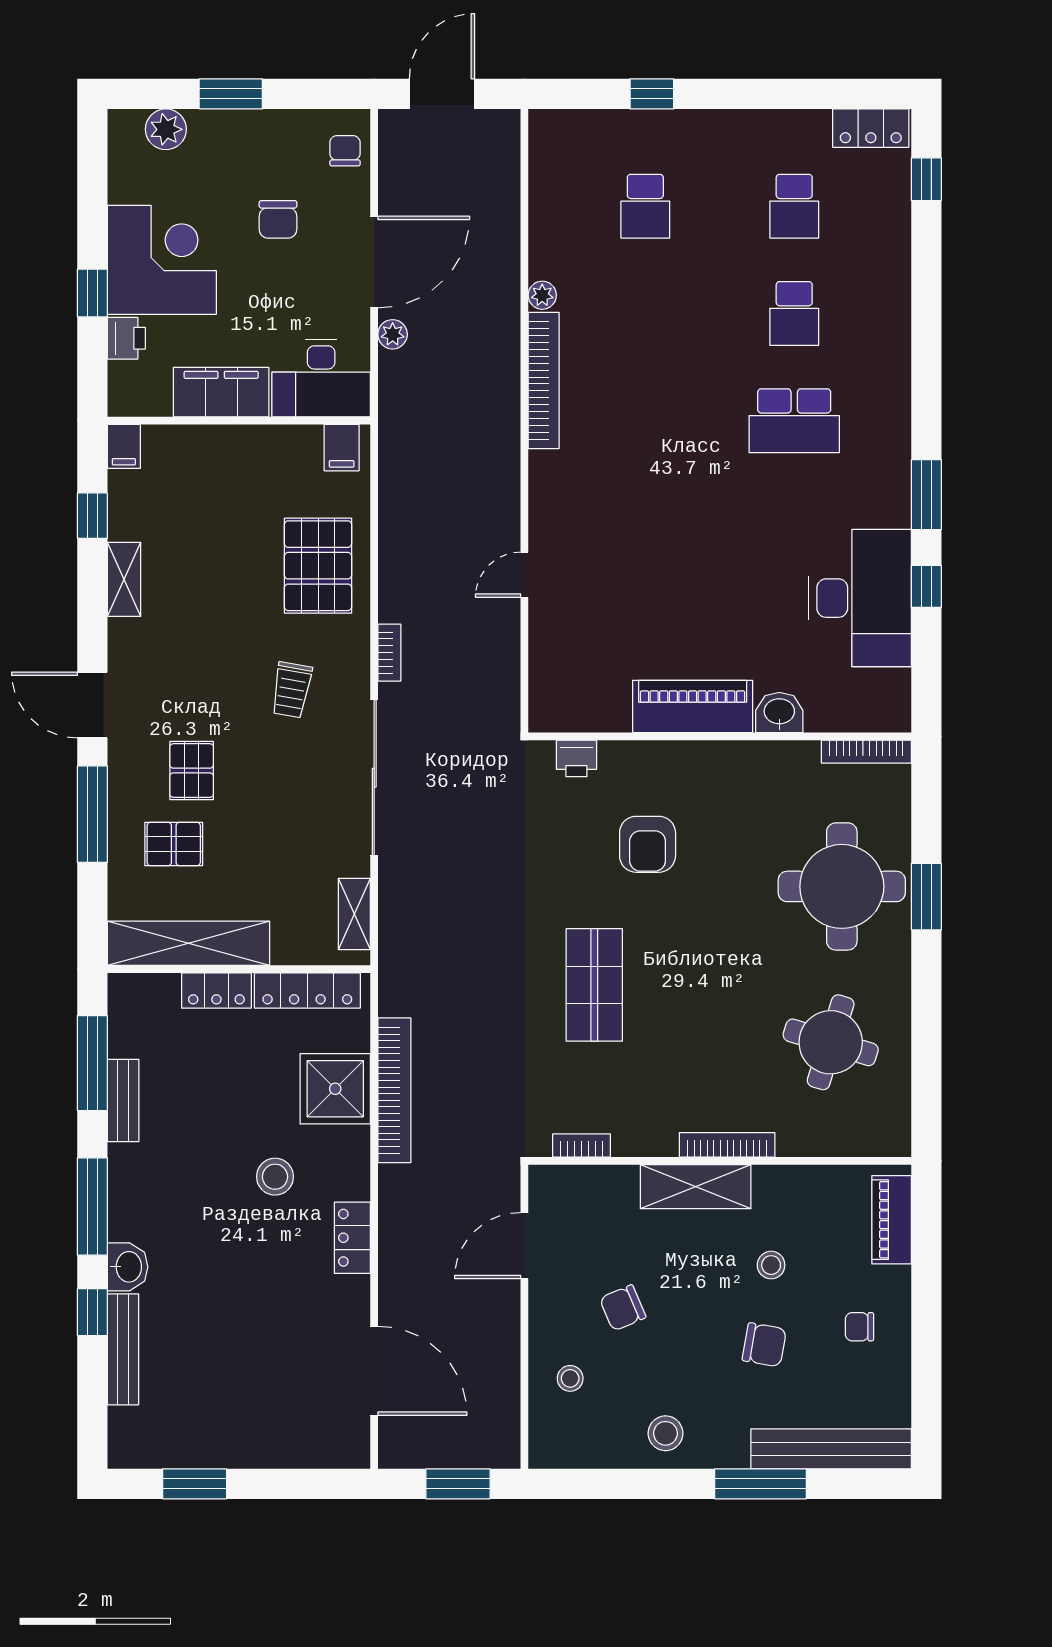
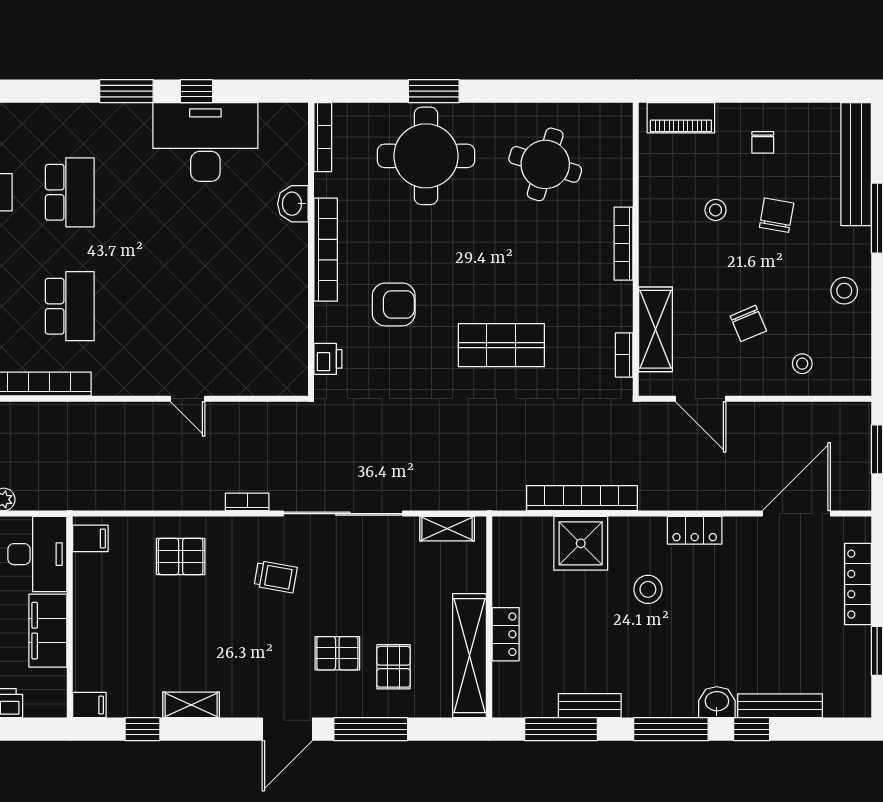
school desk: (645, 421) -> (70, 306), added
pallet: (318, 566) -> (181, 556), width x0.67, depth x0.71
piano: (693, 706) -> (288, 270), removed
bookcase: (719, 755) -> (326, 250), added
locker: (307, 990) -> (858, 584), moved, turned 180
shelving: (696, 1187) -> (656, 329), moved

